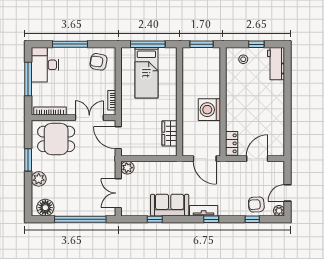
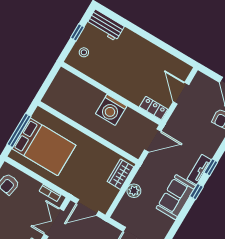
window: (201, 44) -> (48, 82), removed
bed: (146, 73) -> (44, 147), width x1.50
wardrobe: (170, 133) -> (120, 174), moved, turned 90
plant: (127, 168) -> (134, 191), moved
window: (155, 219) -> (196, 192), moved

